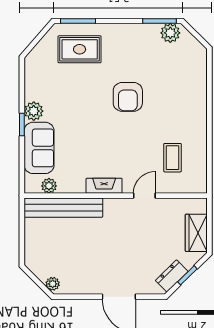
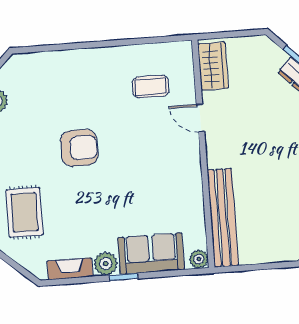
plant: (49, 186) -> (199, 259), moved
fireplace: (104, 186) -> (70, 269), moved, turned 90
wardrobe: (196, 233) -> (213, 66), moved, turned -90

